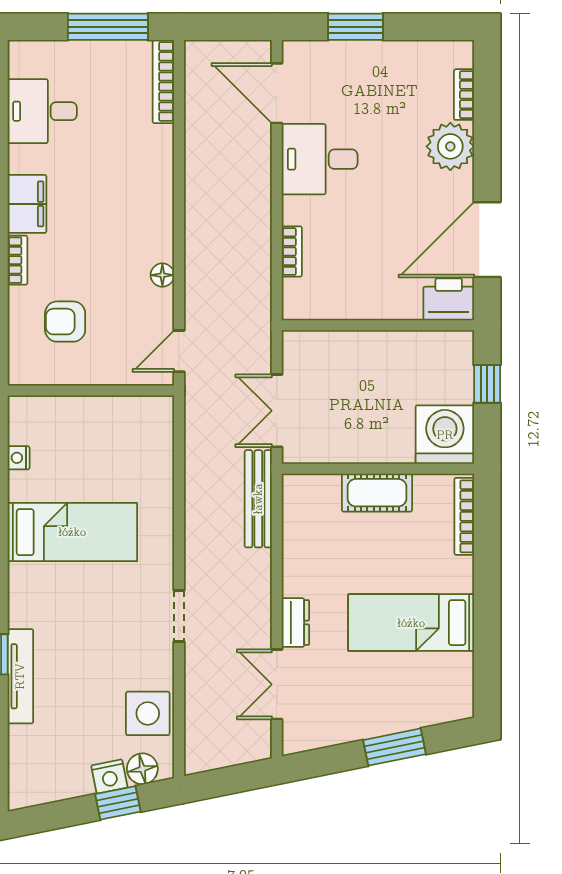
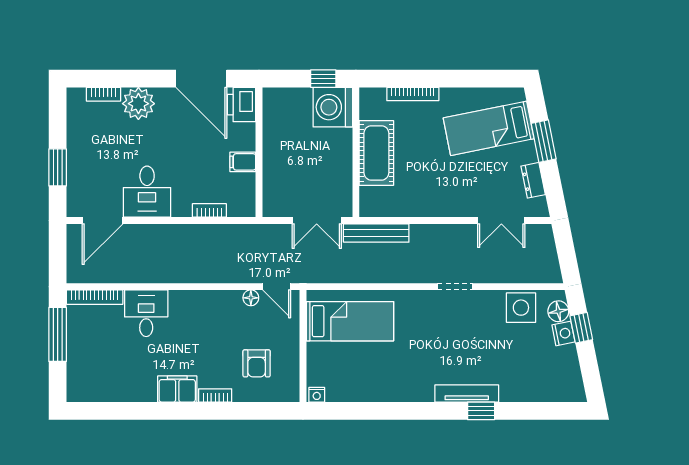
desk: (42, 111) -> (146, 313), moved, turned 180
floor lamp: (162, 275) -> (251, 298), moved
filing cabinet: (364, 301) -> (243, 162), added
window: (487, 384) -> (323, 79), moved
nightstand: (19, 458) -> (317, 395), moved
cot: (377, 493) -> (376, 153), width x1.37, depth x1.34
bookcase: (464, 516) -> (413, 94), moved
bed: (72, 532) -> (350, 321), moved, turned 90
dresser: (295, 623) -> (533, 180), moved, turned -101
bed: (411, 623) -> (489, 128), moved, turned 79
tv unit: (20, 676) -> (467, 393), moved

